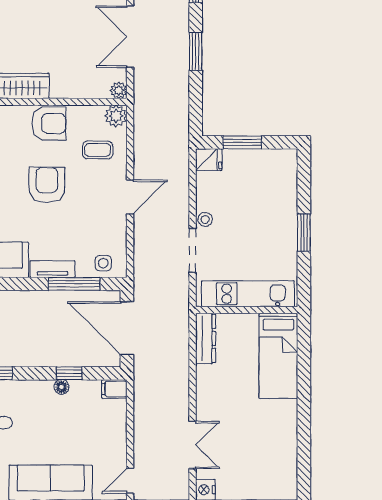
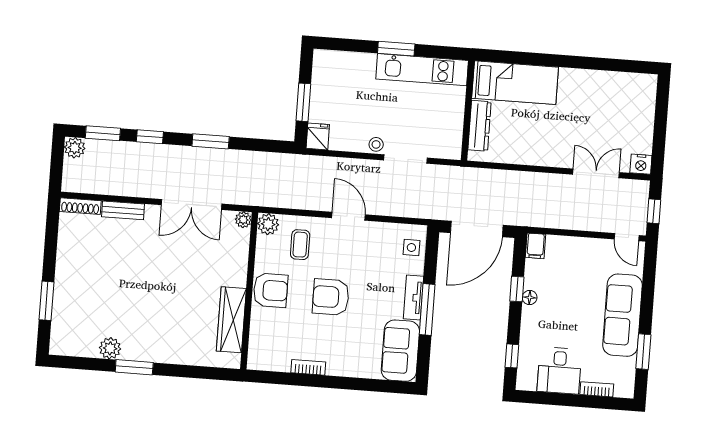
armchair: (49, 123) -> (271, 290), turned 90
window: (74, 284) -> (427, 309), moved
kitchen unit: (248, 294) -> (422, 70), moved, turned -90
dresser: (206, 338) -> (479, 126), moved, turned 90

